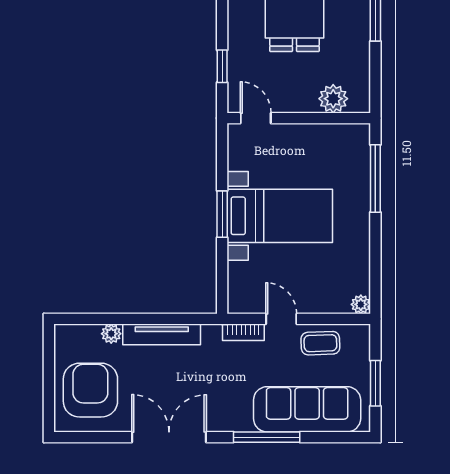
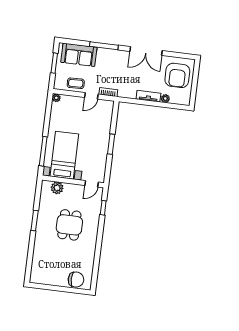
door: (256, 118) -> (92, 184), hinge flipped
bed with nightstands: (280, 216) -> (64, 155), moved, turned 90
door: (281, 319) -> (91, 96), hinge flipped
tv unit: (162, 334) -> (148, 96), width x0.71
sofa: (307, 409) -> (79, 55), width x0.73

